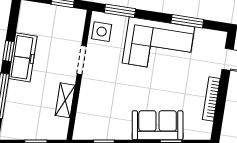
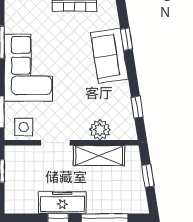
shelving: (65, 100) -> (99, 156), width x1.50, depth x1.33
plant: (88, 105) -> (100, 130), added

